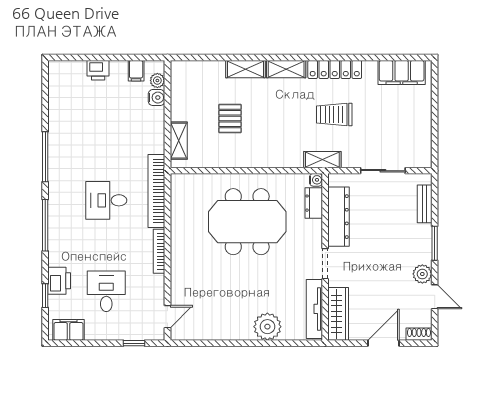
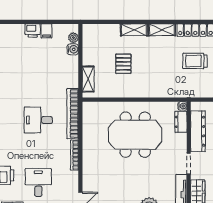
filing cabinet: (136, 71) -> (46, 31), moved
shelving: (322, 160) -> (187, 92), removed

